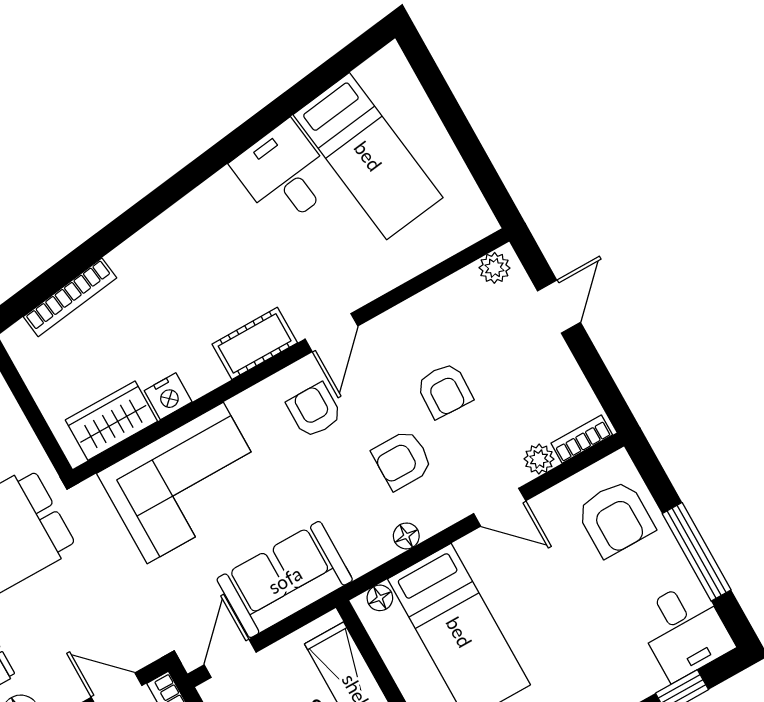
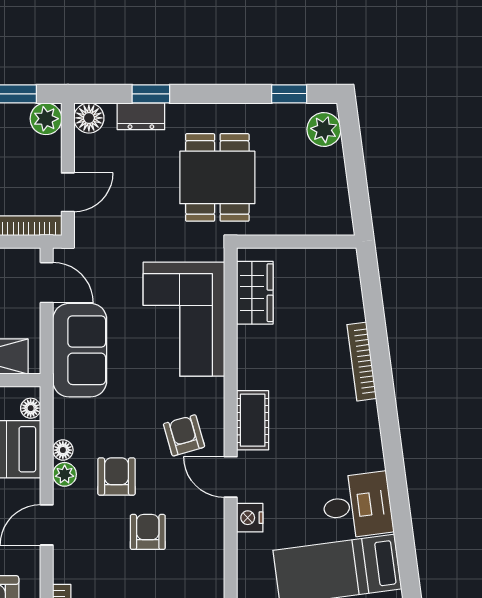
bookcase: (70, 297) -> (362, 362), moved
armchair: (444, 390) -> (148, 532), turned 88
nightstand: (168, 396) -> (250, 518), moved
armchair: (314, 410) -> (184, 435), turned -106
plant: (539, 459) -> (65, 474), moved

